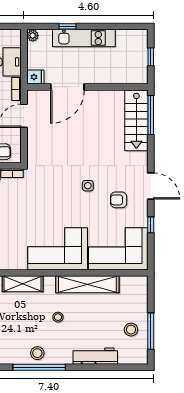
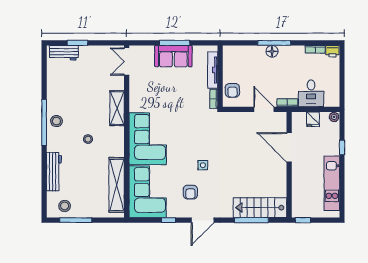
kitchen unit: (84, 38) -> (332, 183), moved
window: (151, 57) -> (303, 220), moved
fridge: (35, 77) -> (313, 119), moved
window: (151, 115) -> (251, 220), moved
armchair: (119, 200) -> (190, 192), turned 180
shelving: (87, 284) -> (117, 185), moved
stool: (131, 330) -> (65, 206), moved

